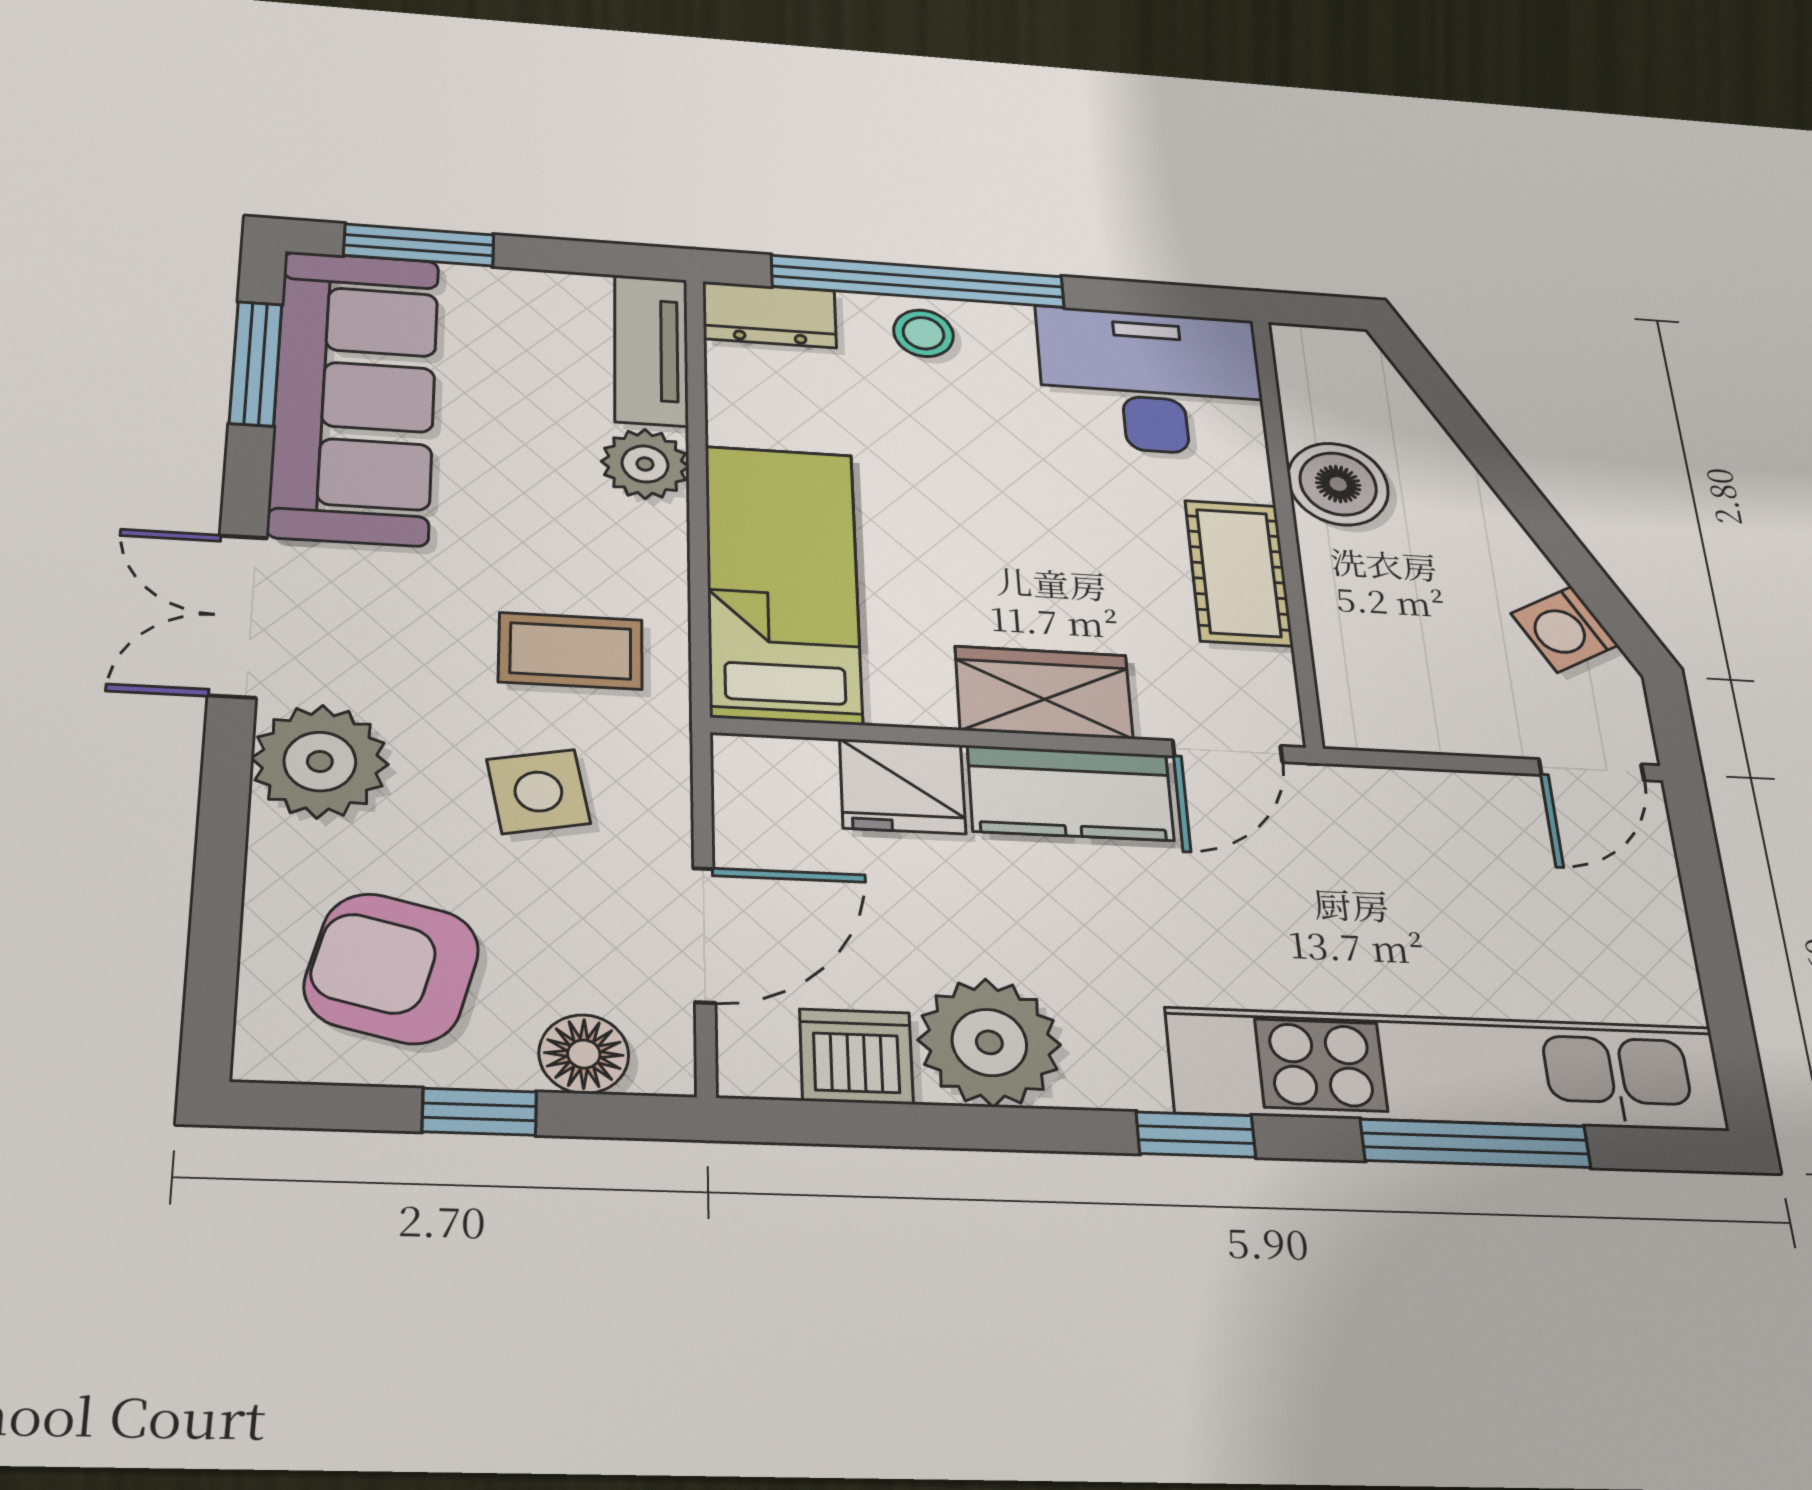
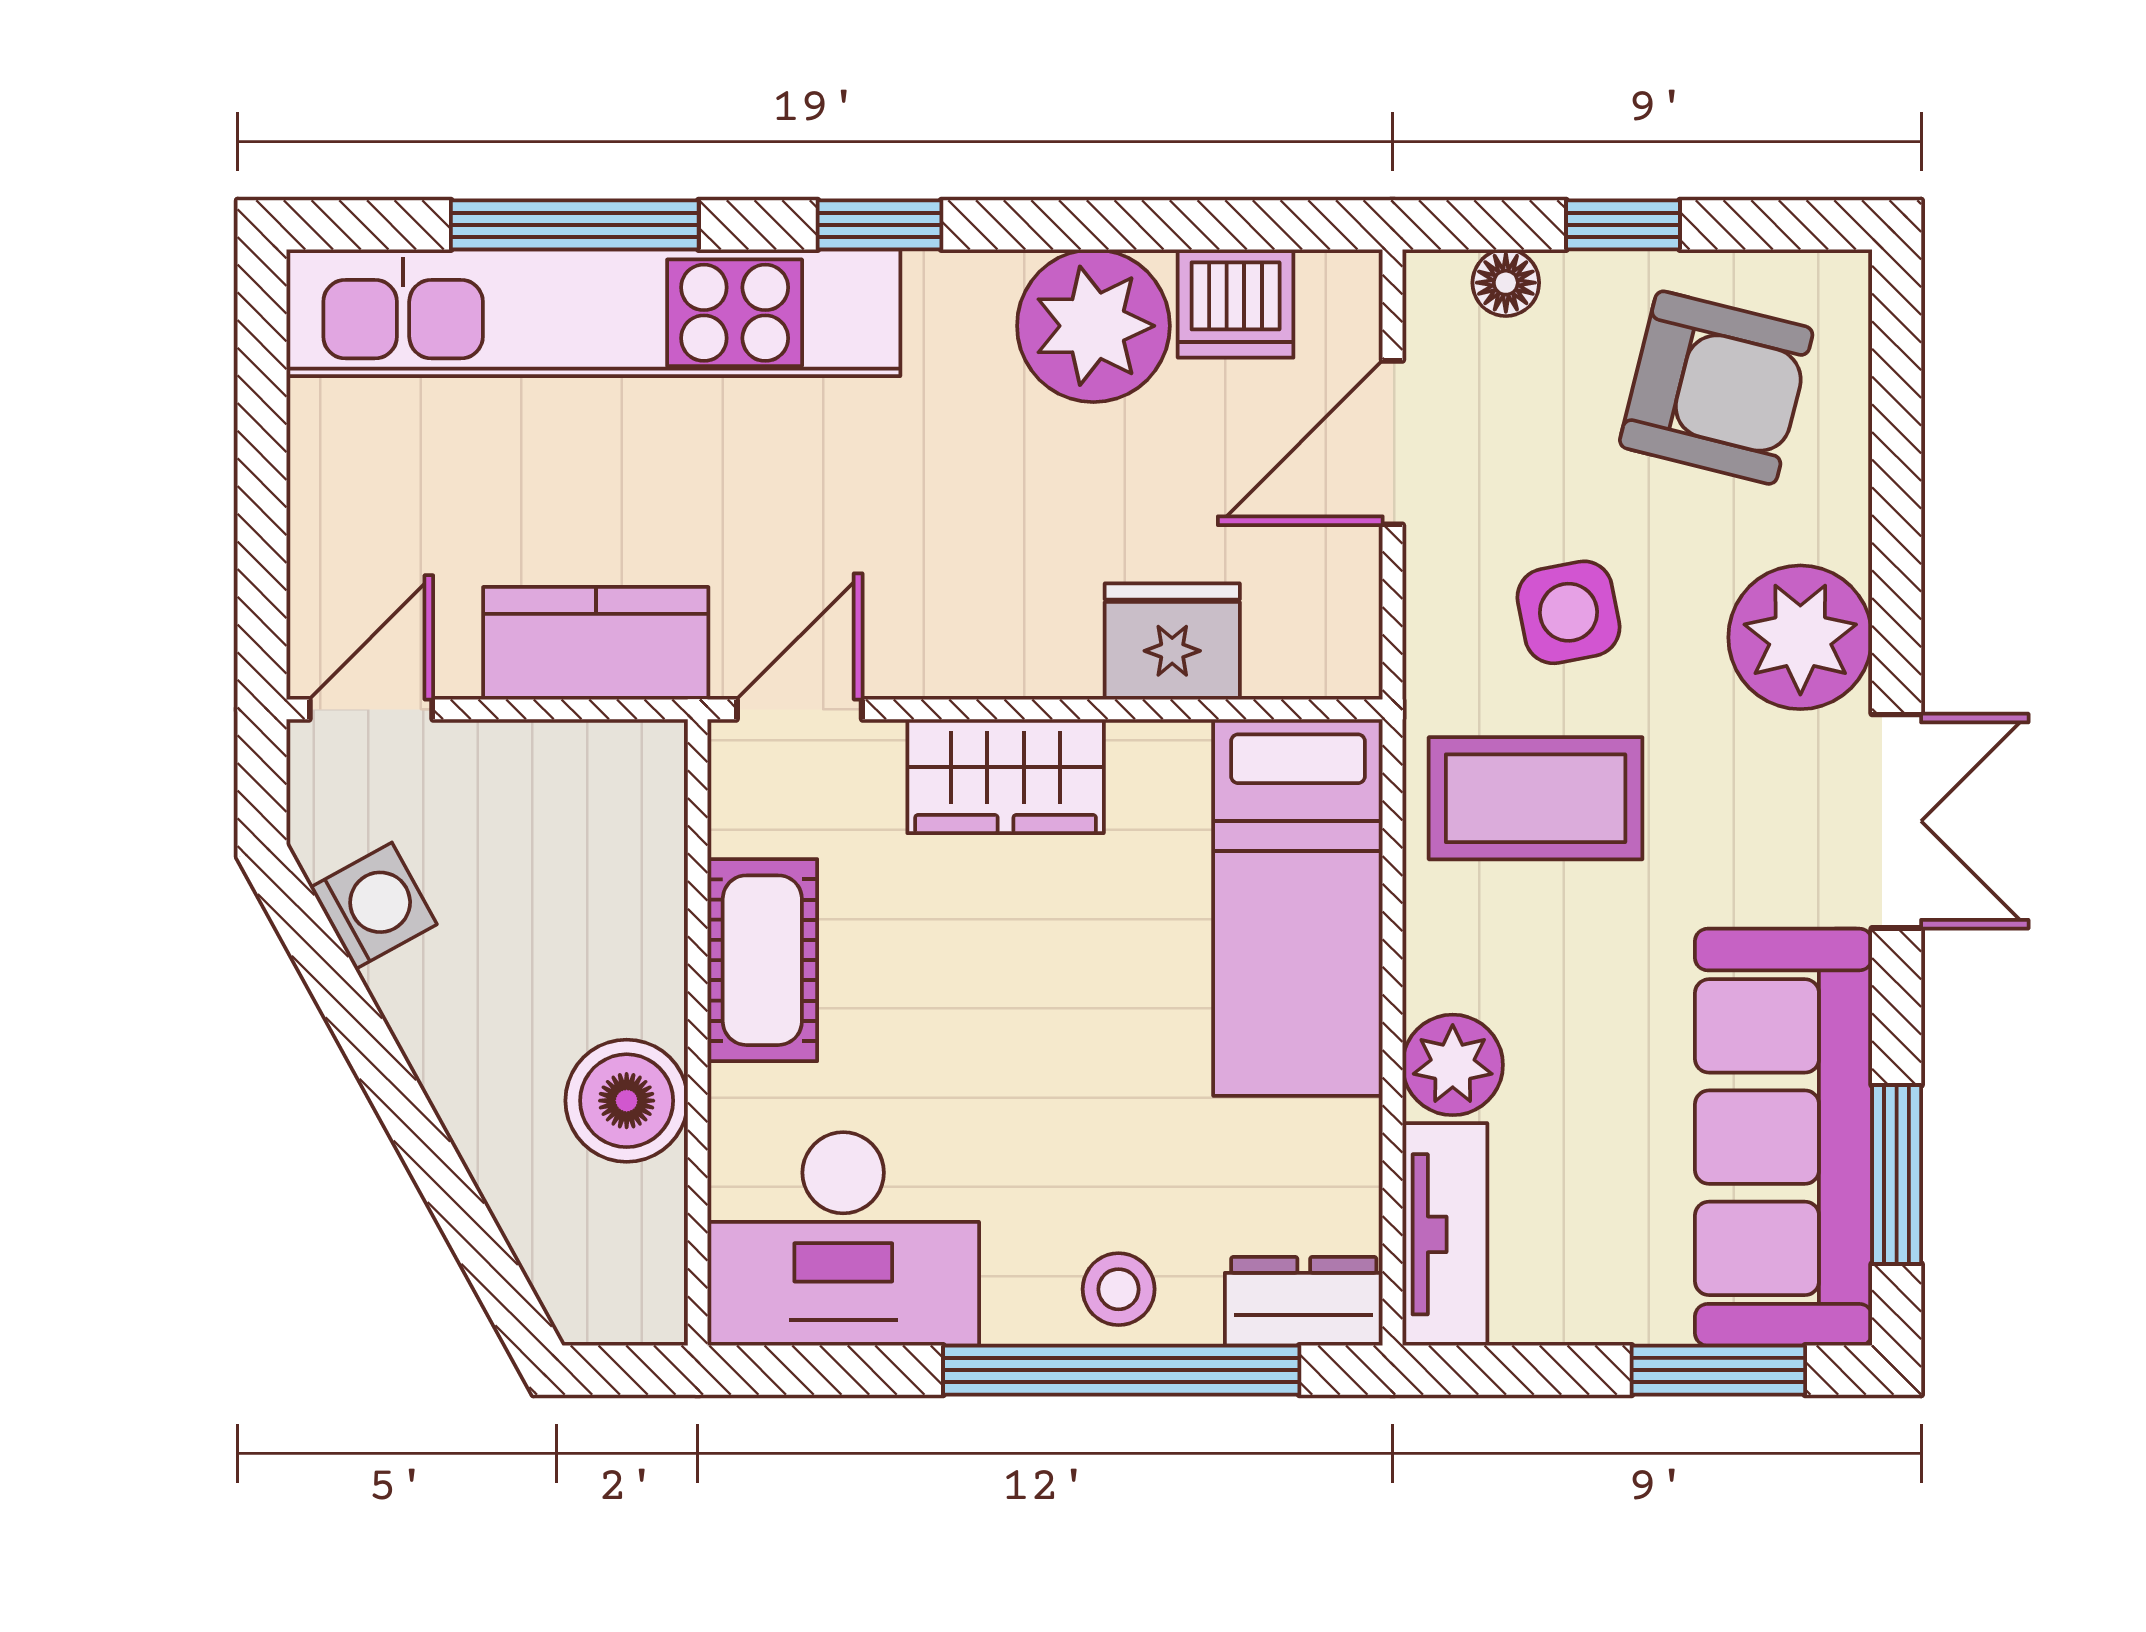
coffee table: (571, 651) -> (1536, 798), width x1.36, depth x1.30
kitchen counter: (1070, 793) -> (596, 643), moved
floor lamp: (584, 1054) -> (1506, 283), width x0.73, depth x0.73

